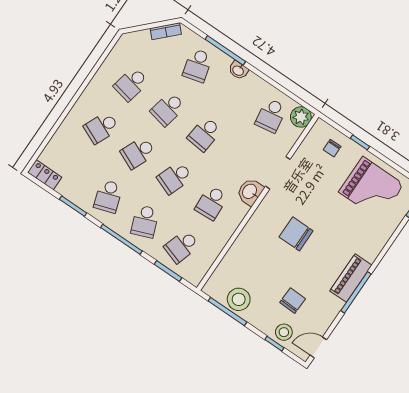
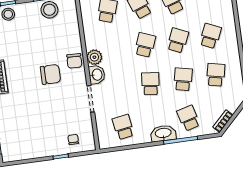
washbasin: (238, 70) -> (163, 133), width x1.91, depth x1.45
plant: (301, 117) -> (94, 57), moved
grand piano: (371, 188) -> (32, 137), removed
school desk: (211, 203) -> (113, 49), removed
chair: (293, 301) -> (74, 61), moved

